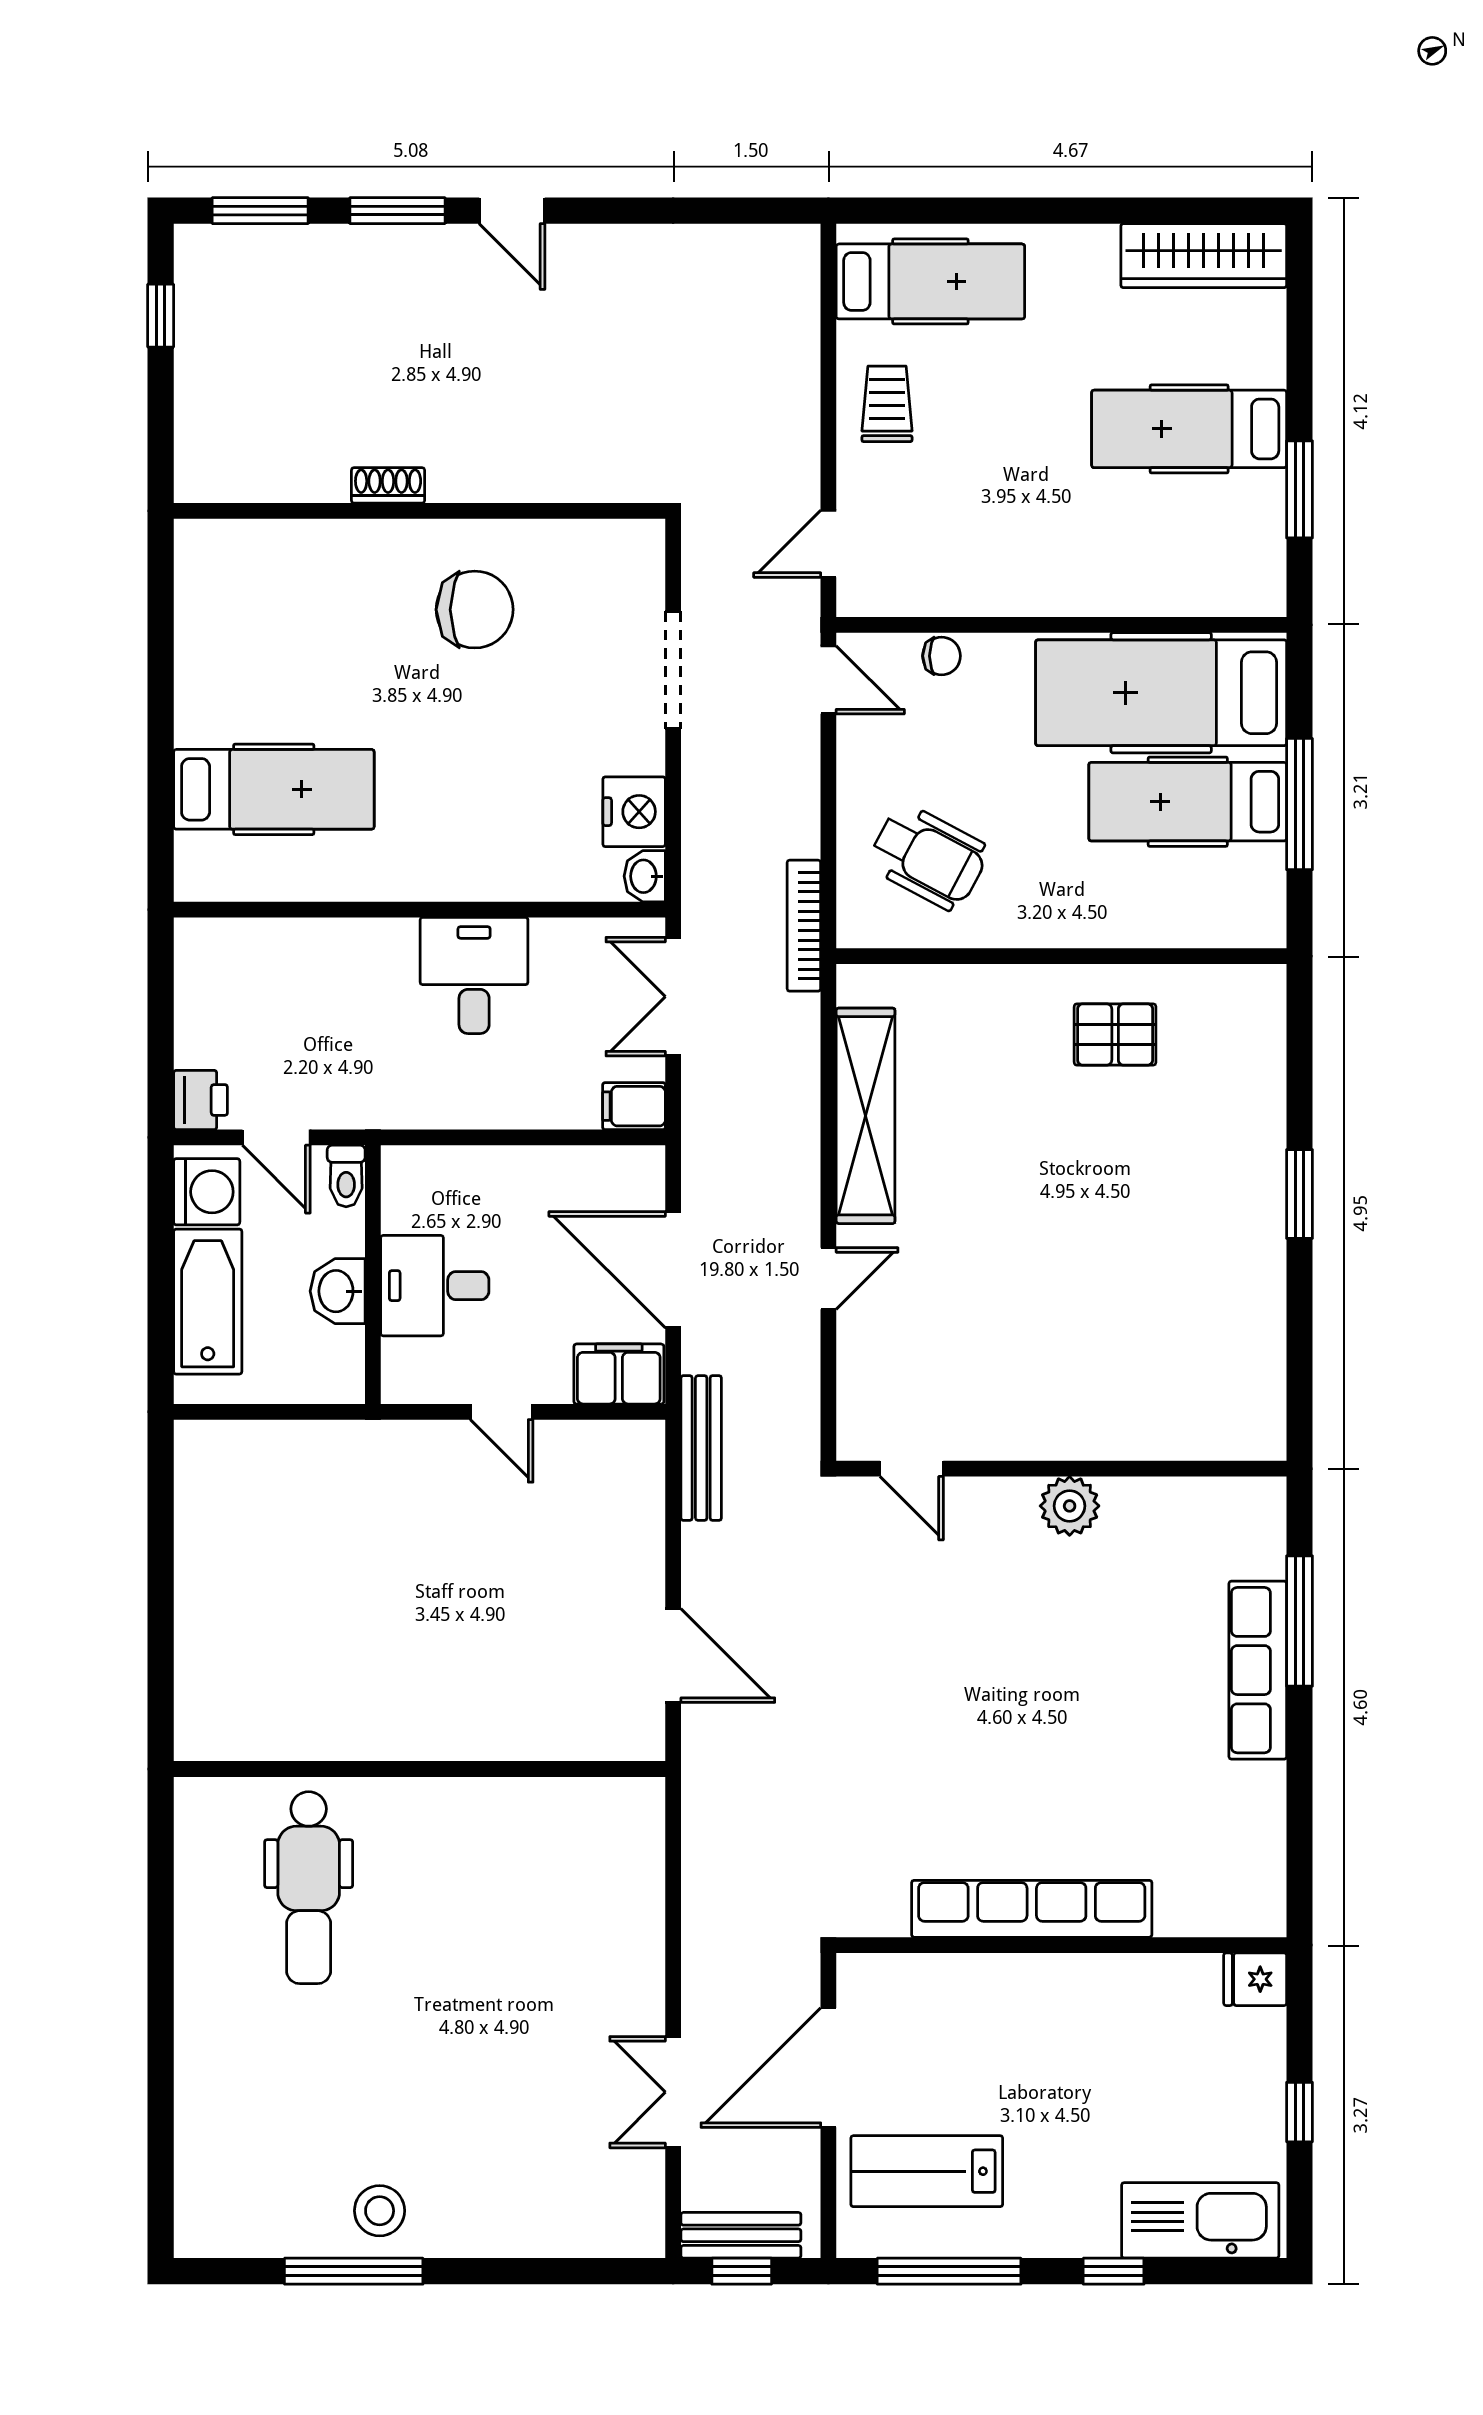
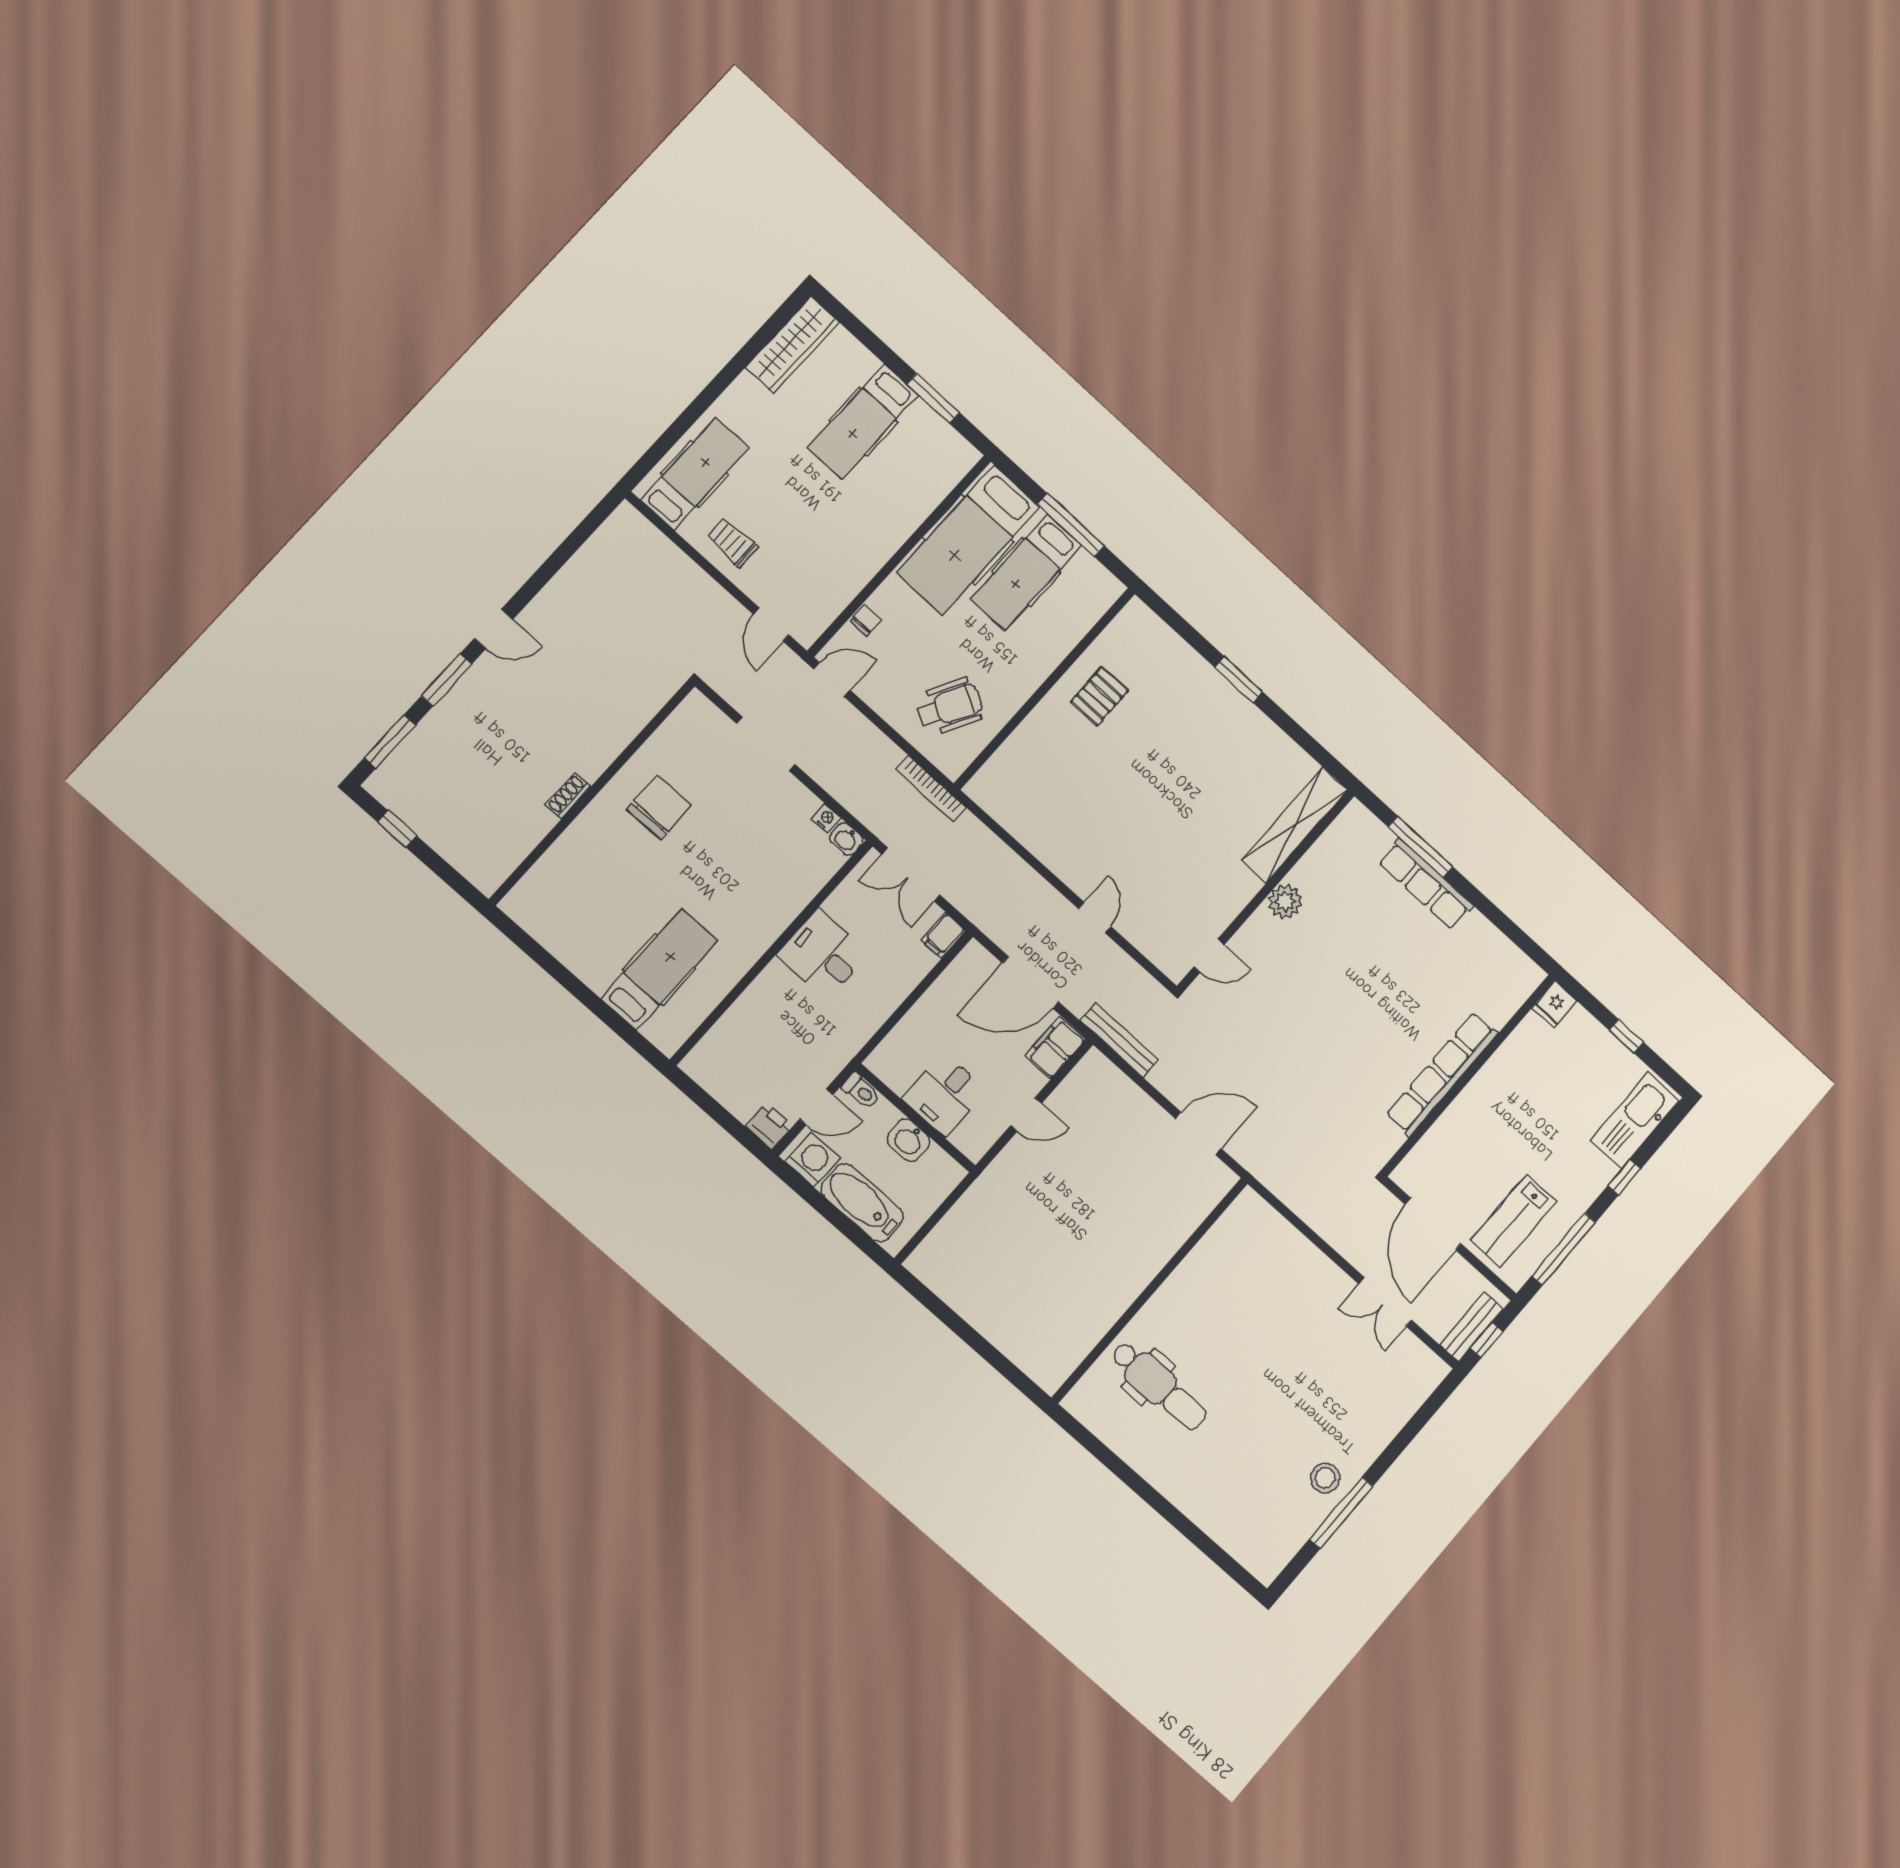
nightstand: (634, 812) -> (826, 818), width x0.53, depth x0.56
shelving: (866, 1116) -> (1295, 825), moved, turned 90

